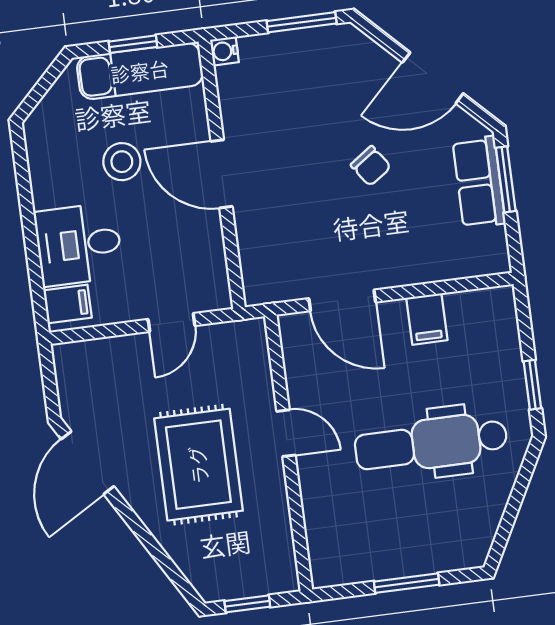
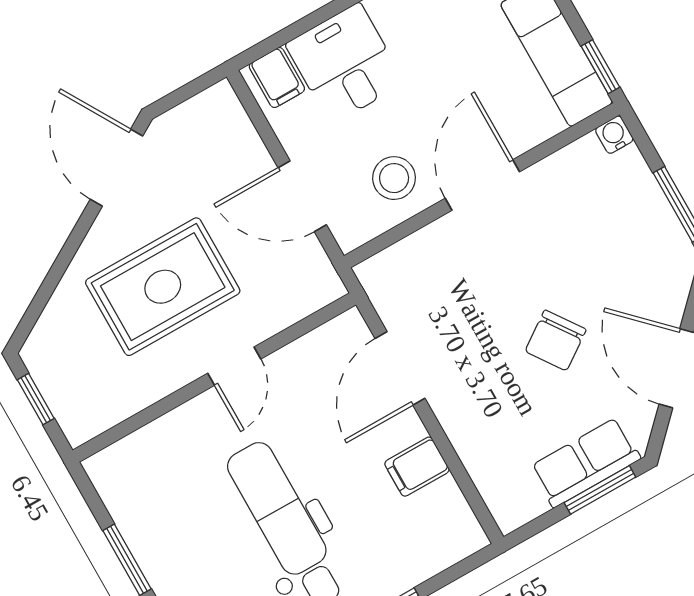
window: (133, 44) -> (600, 67), moved
stool: (122, 162) -> (394, 178), moved
chair: (371, 166) -> (556, 340), width x1.37, depth x1.37
door: (171, 323) -> (302, 196), width x1.37
door: (87, 463) -> (117, 168), hinge flipped

